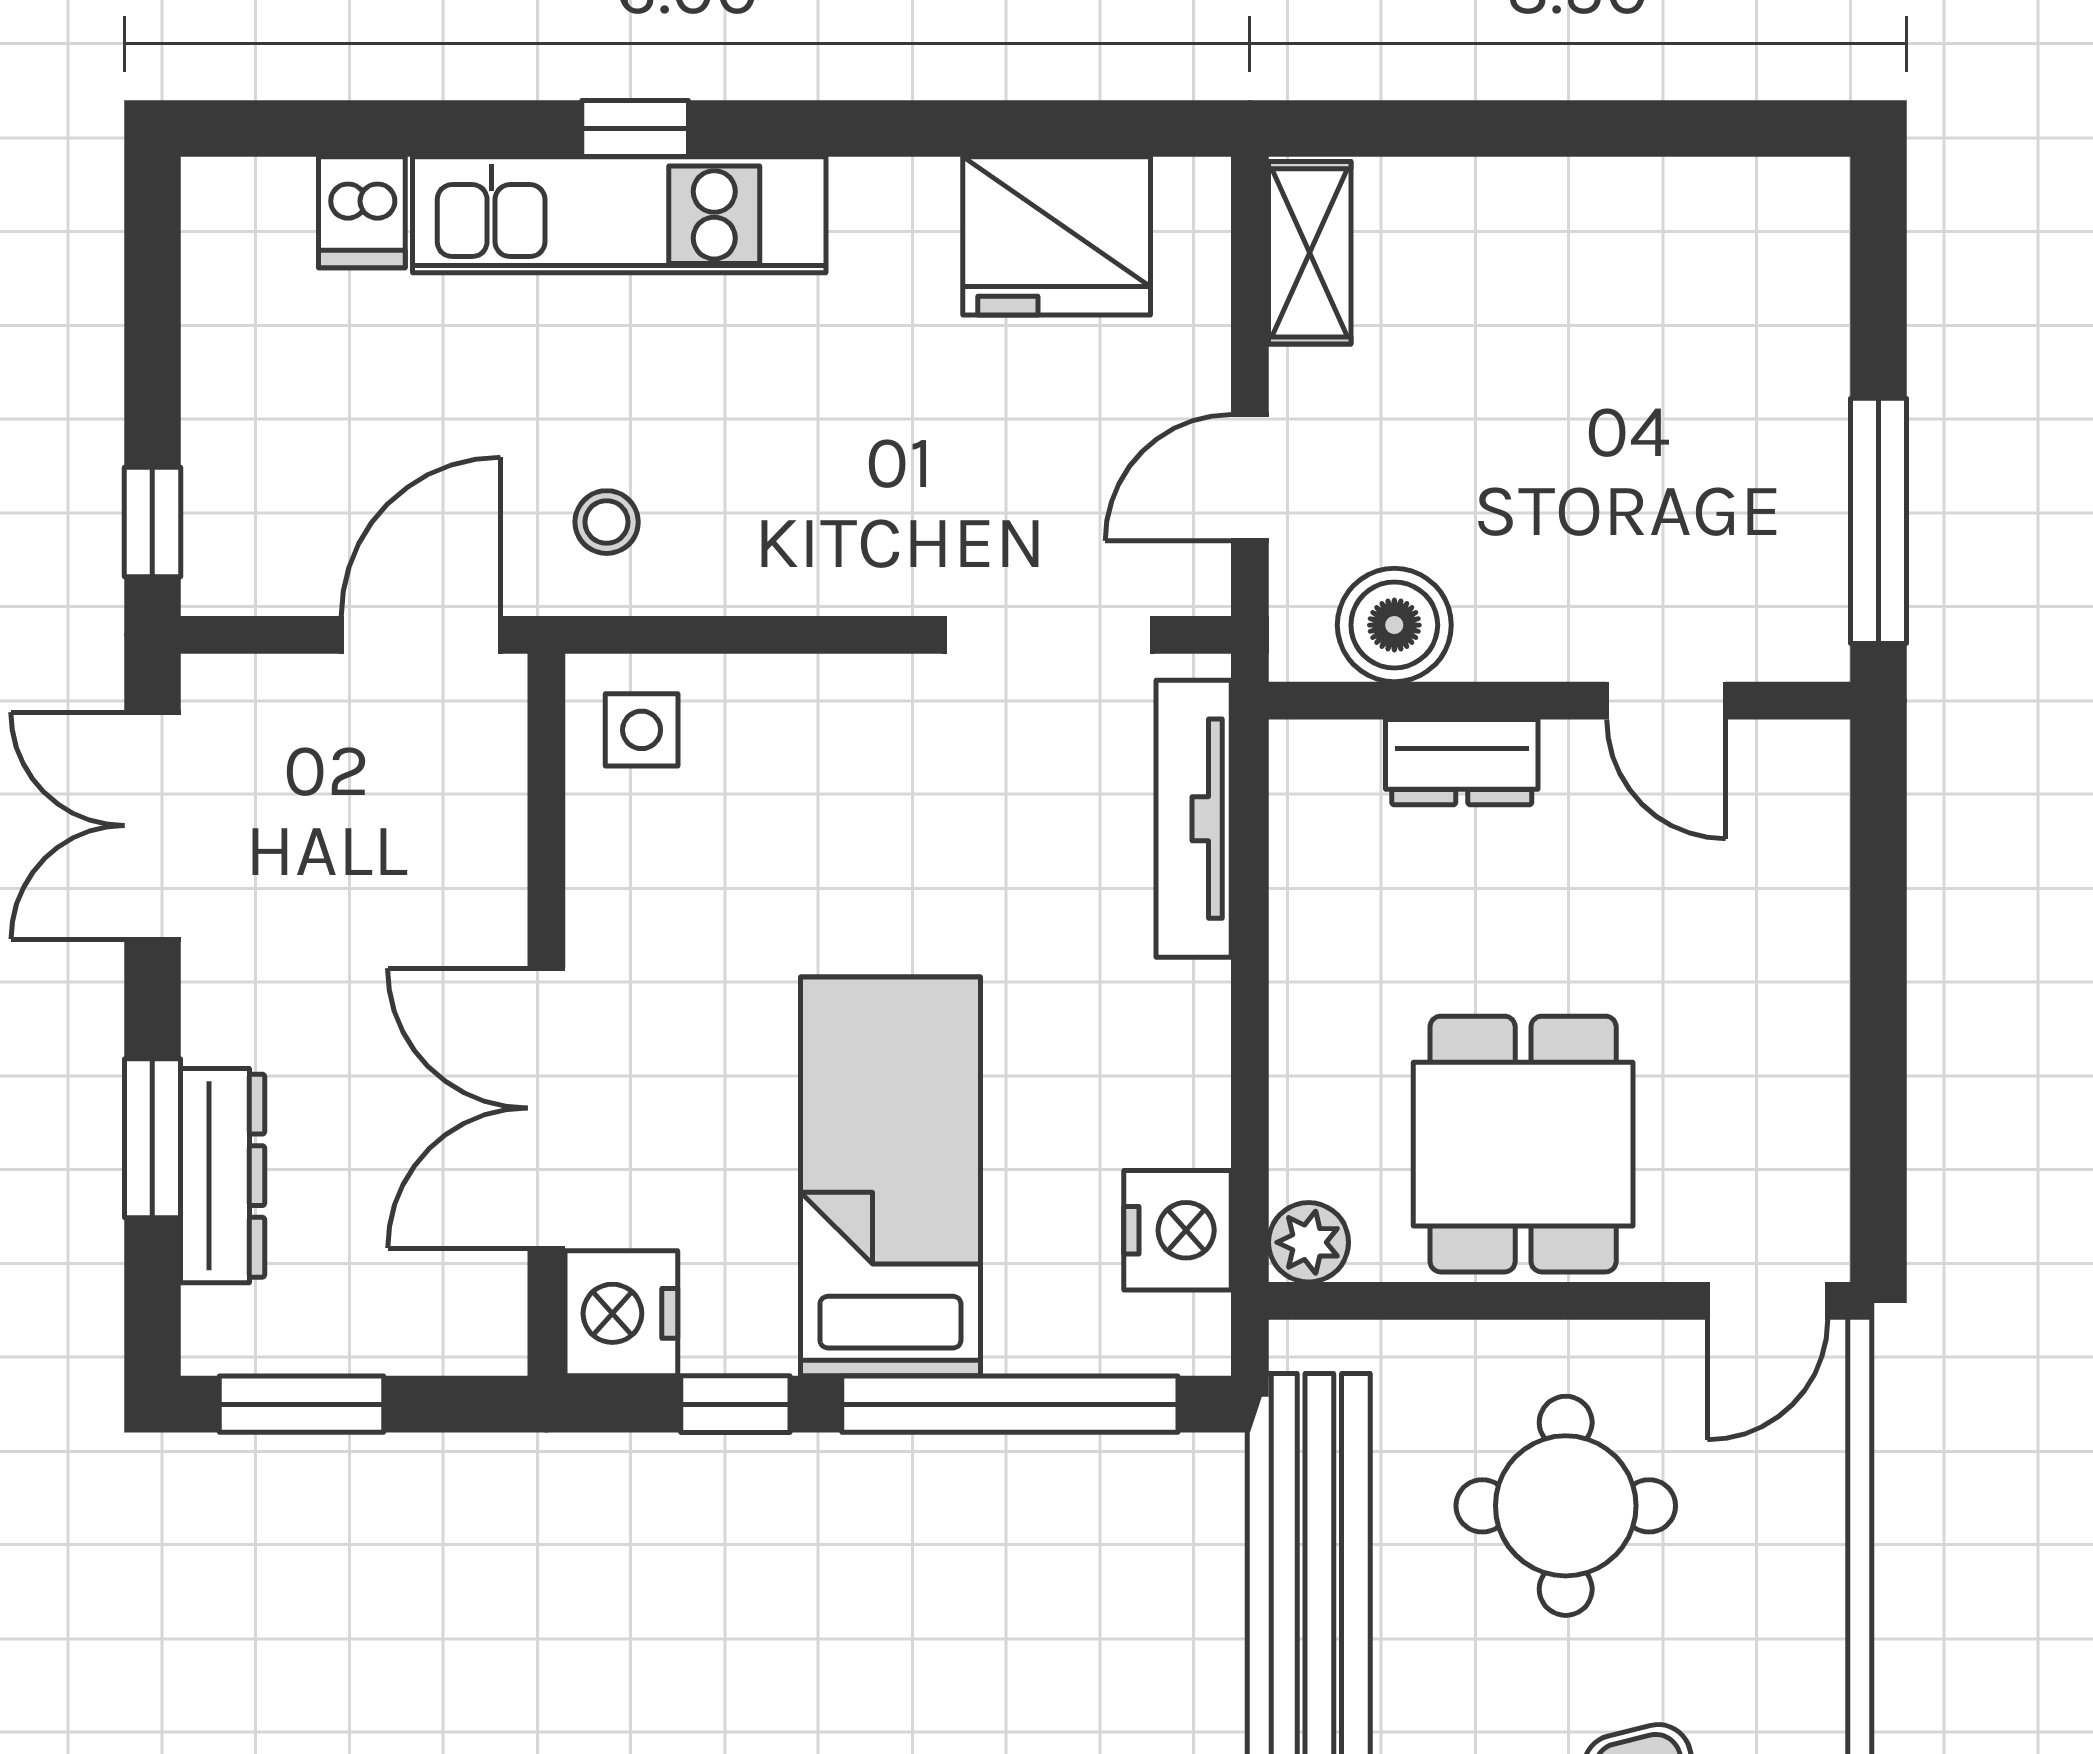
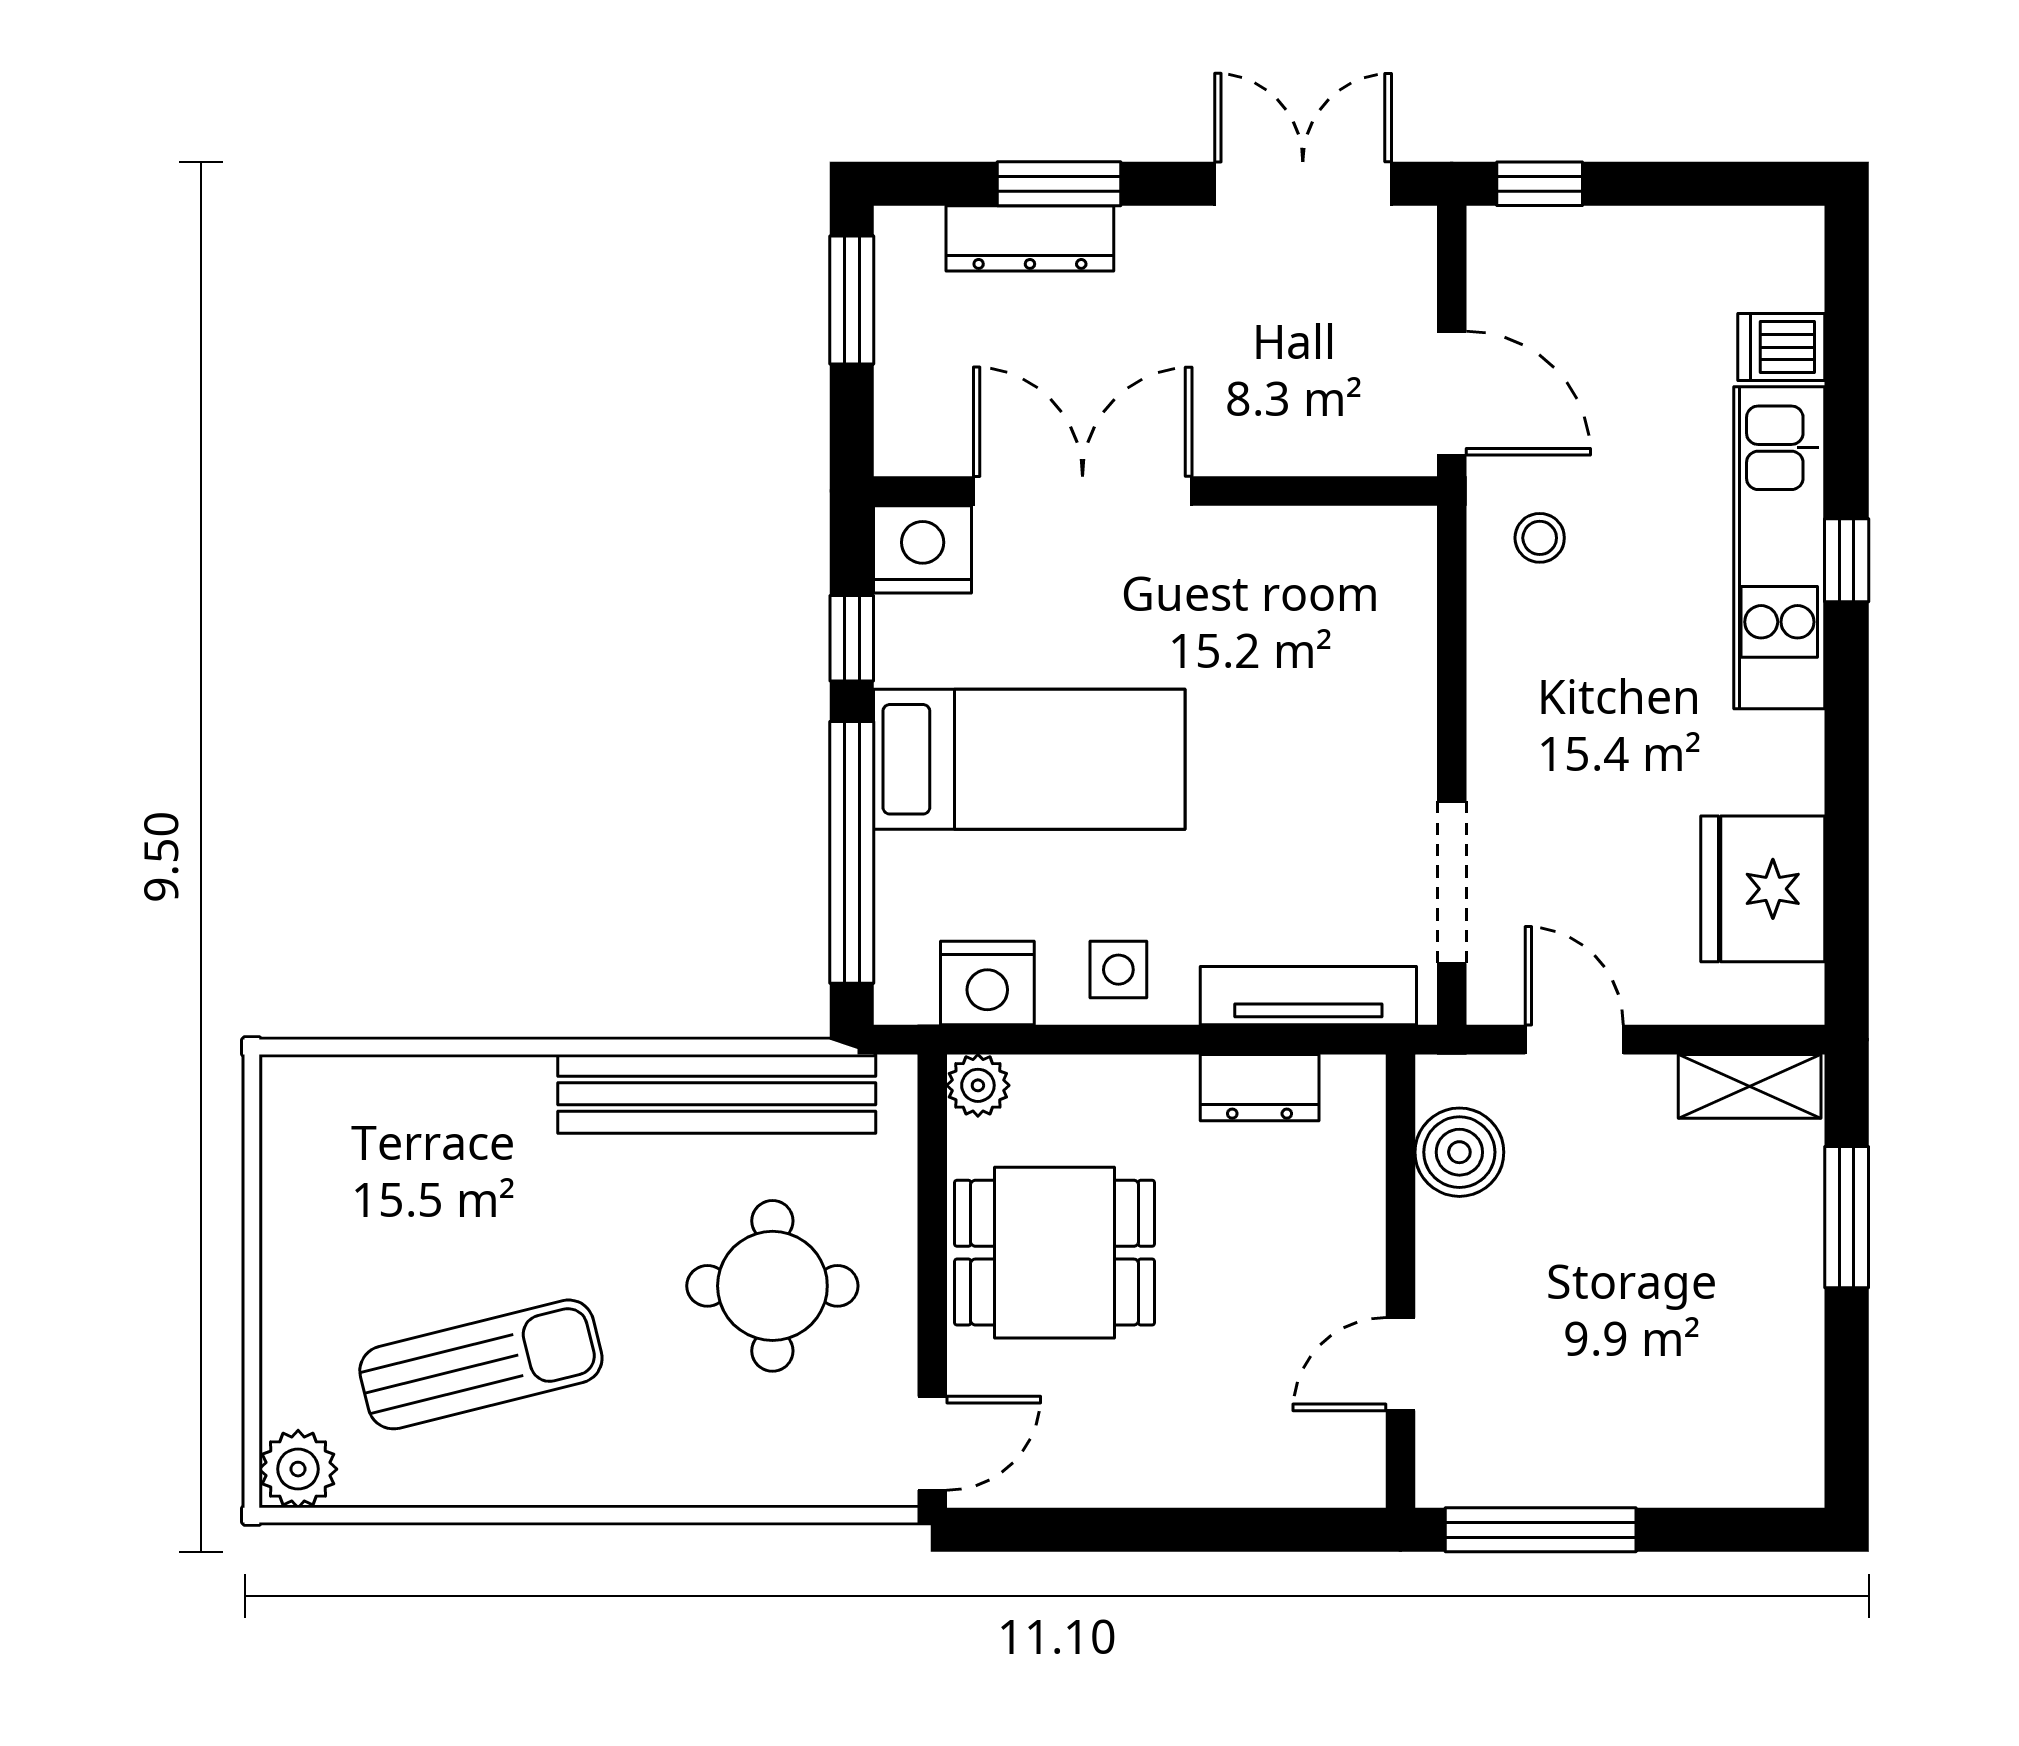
window: (1478, 128) -> (1847, 1217), added
side table: (642, 730) -> (1118, 970), moved
dresser: (1462, 762) -> (1260, 1088), moved, turned -90
door: (1768, 1301) -> (932, 1443), swing flipped

